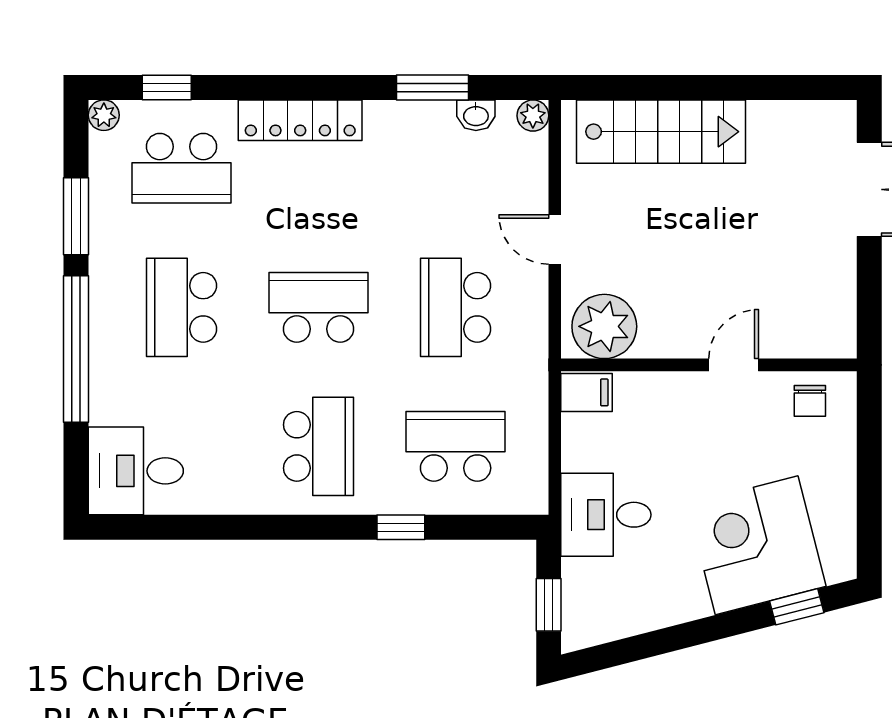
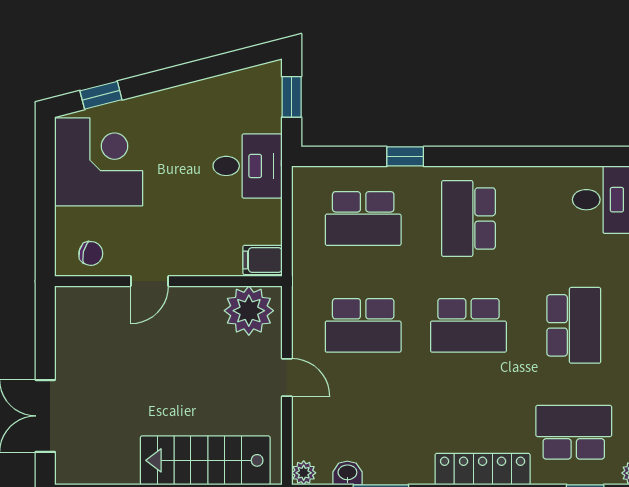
school desk: (456, 307) -> (363, 325), turned 90
chair: (810, 401) -> (91, 253), turned 104
corner desk: (757, 545) -> (99, 162), moved, turned -76

